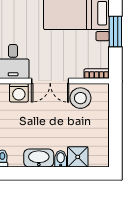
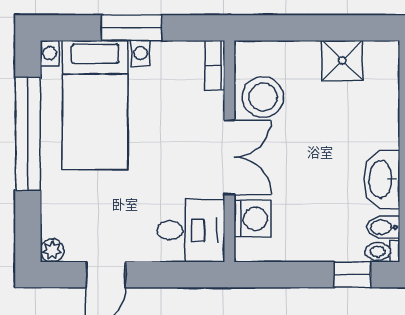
shower: (78, 157) -> (342, 60), moved
bidet: (61, 159) -> (383, 227), moved

